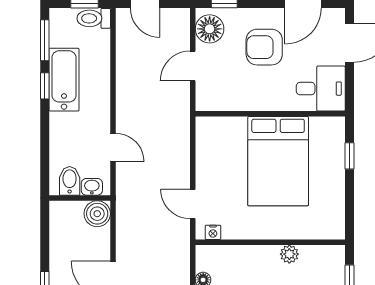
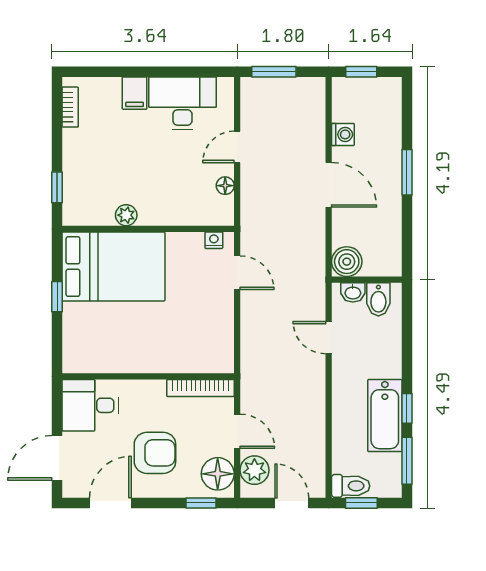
plant: (178, 32) -> (254, 470), added
door: (193, 66) -> (237, 431), hinge flipped
bookcase: (225, 104) -> (200, 388), added
window: (350, 156) -> (57, 297), moved
bed: (278, 161) -> (113, 267), moved, turned 90

